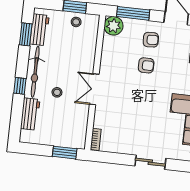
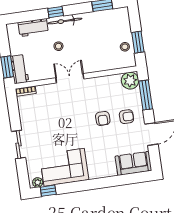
workbench: (39, 30) -> (20, 69), moved, turned -90
armchair: (151, 40) -> (126, 117), turned -88
bicycle: (35, 72) -> (65, 21), width x0.73, depth x0.71

